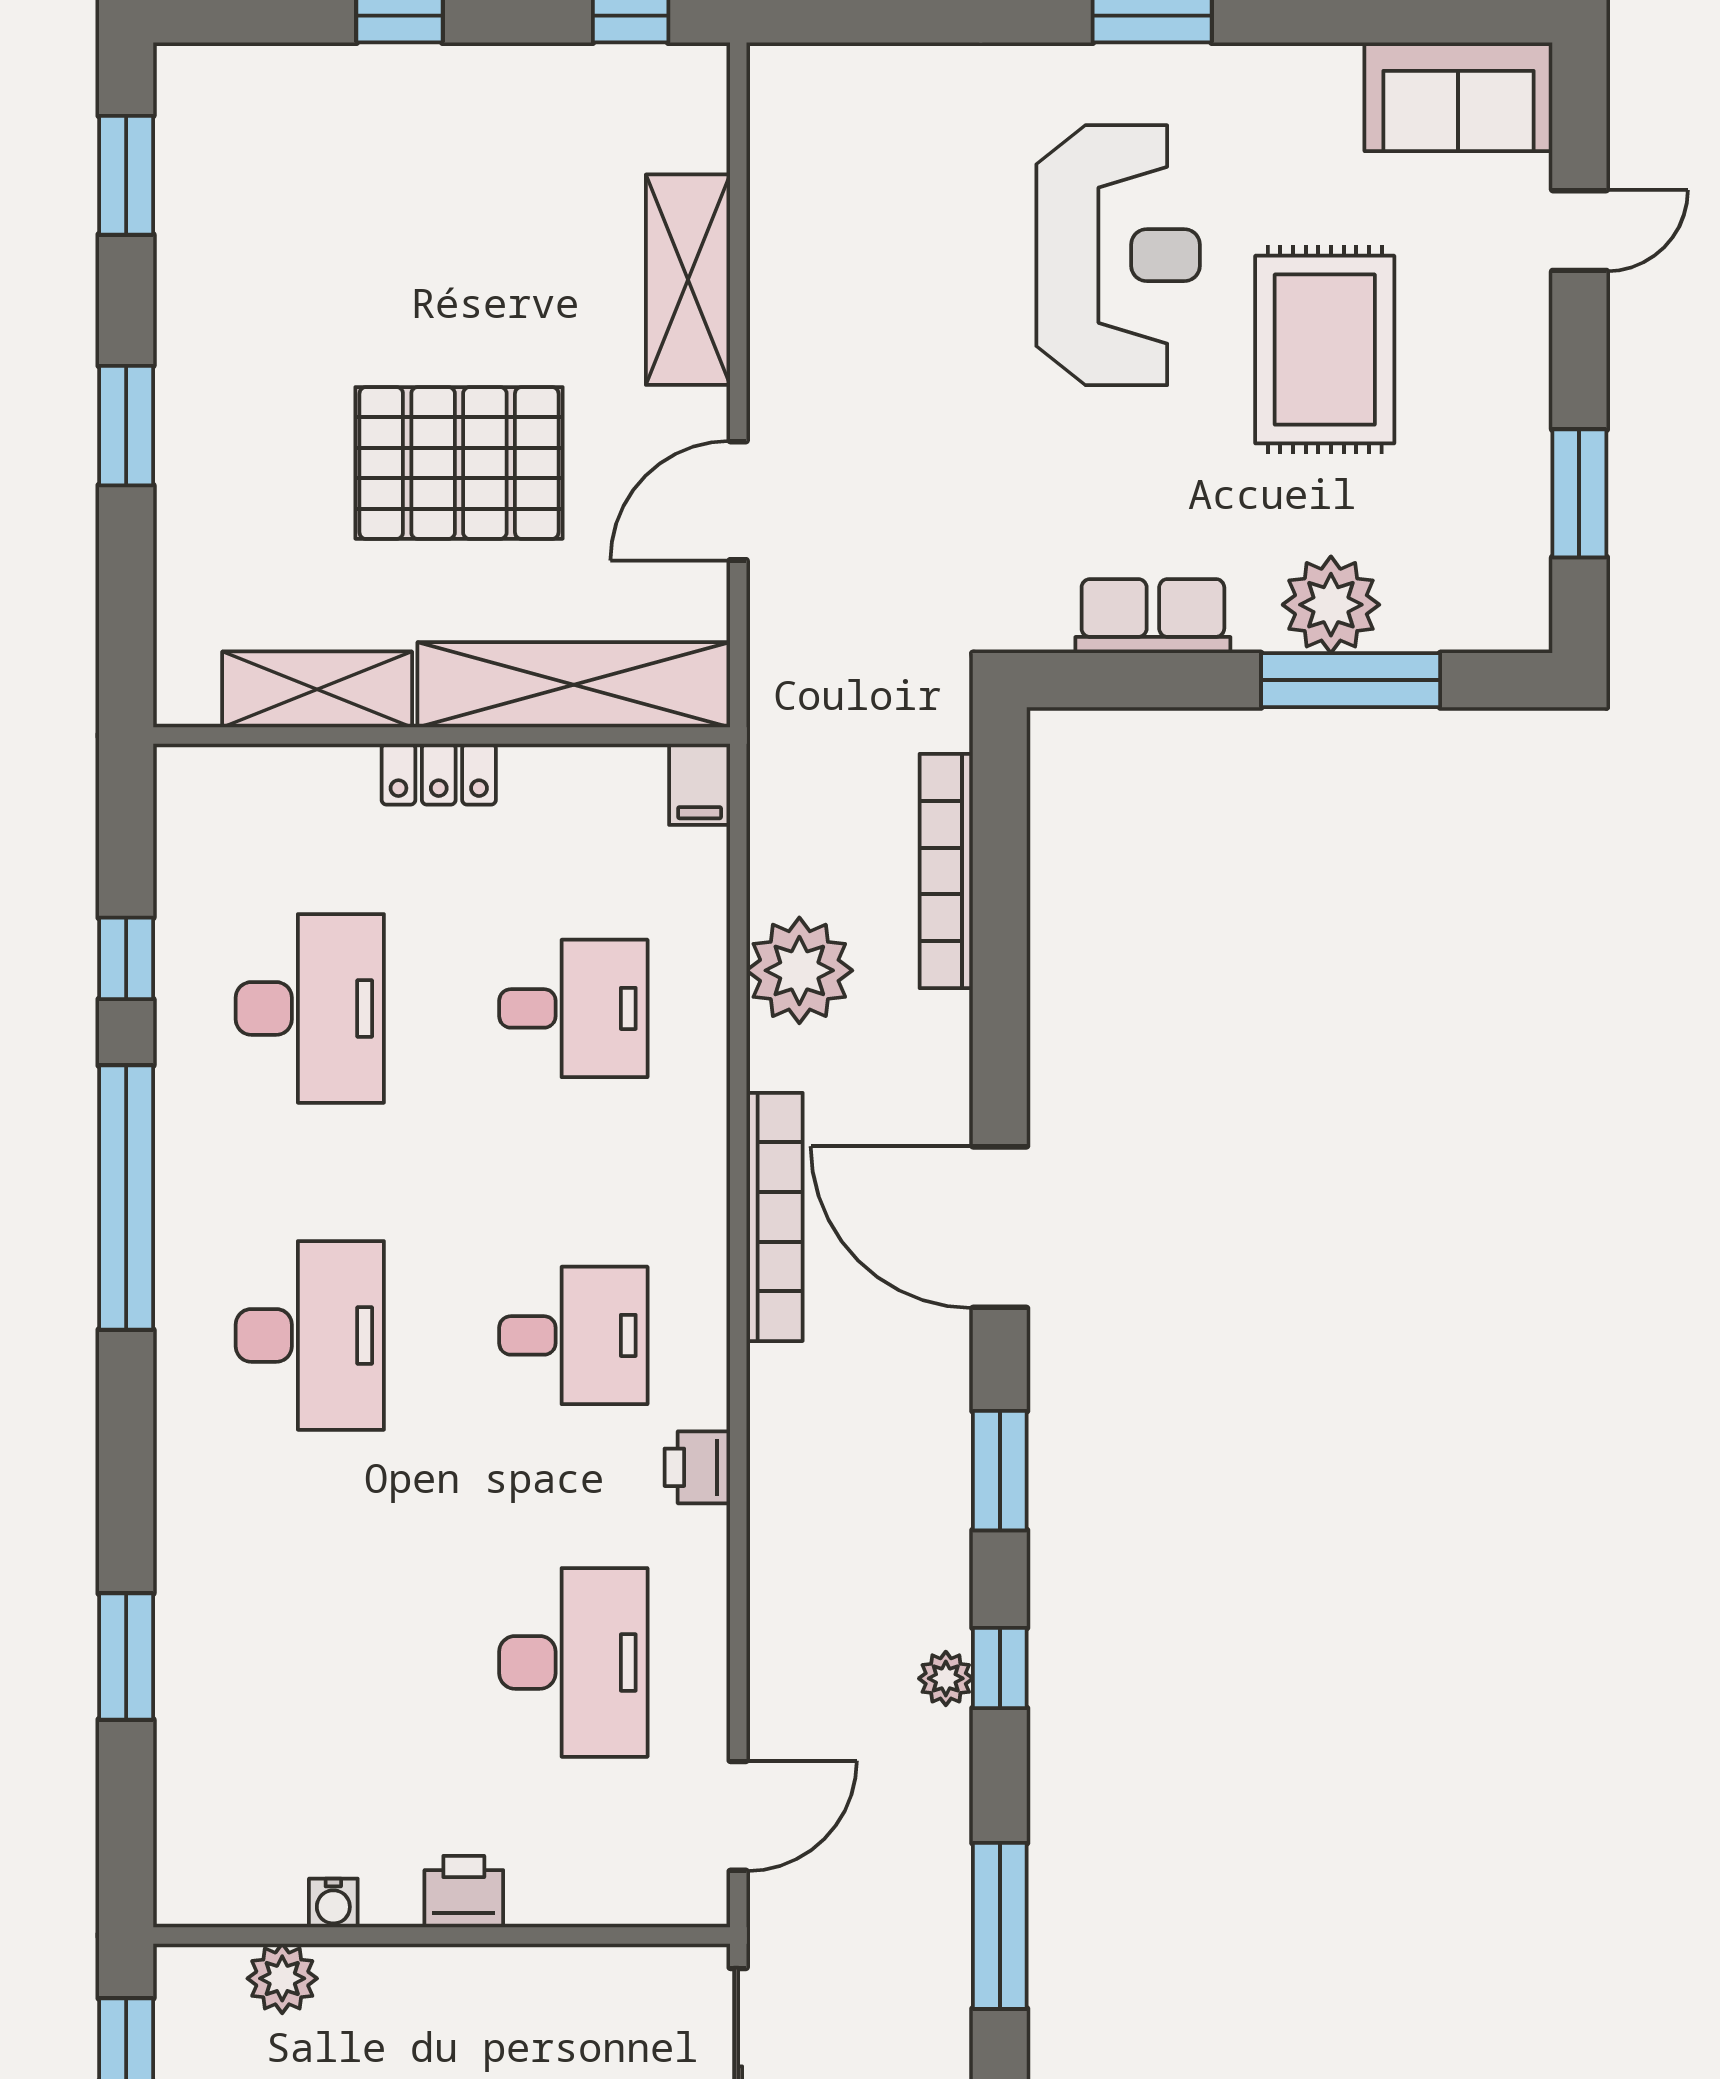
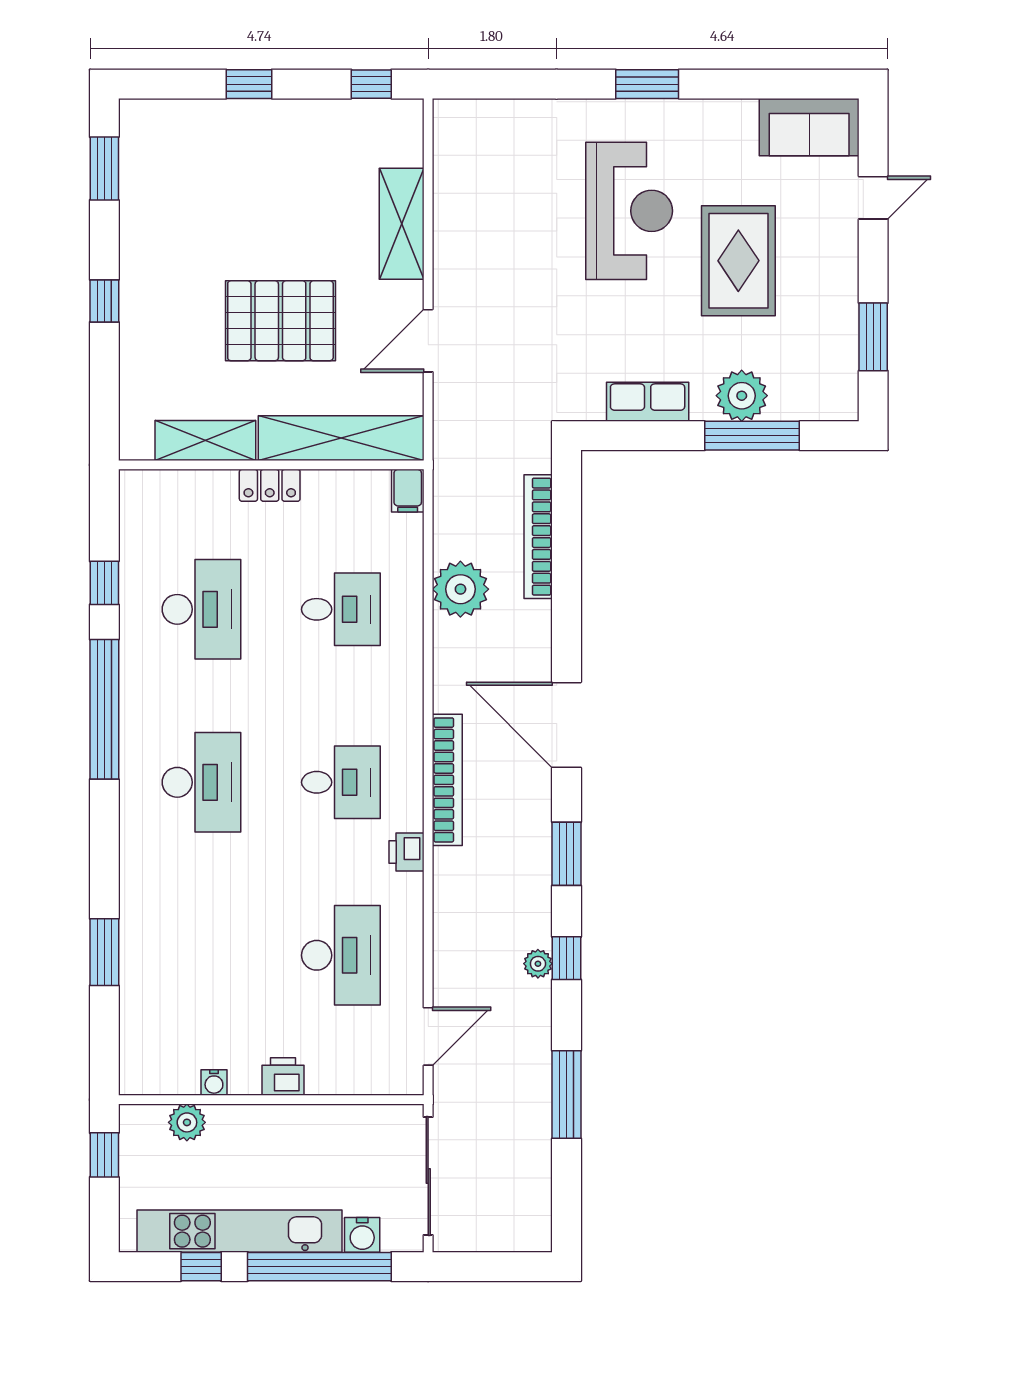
window: (126, 426) -> (104, 301), width x0.67
bookcase: (774, 1217) -> (447, 780), moved

